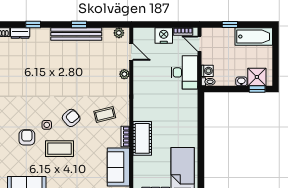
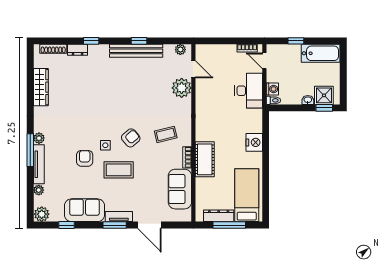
nightstand: (164, 36) -> (254, 142), moved, turned 90
plant: (124, 74) -> (182, 88), width x1.87, depth x1.87

